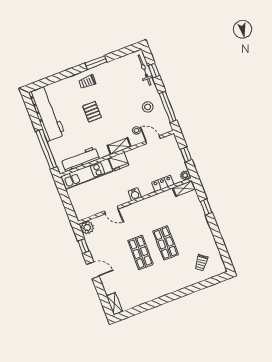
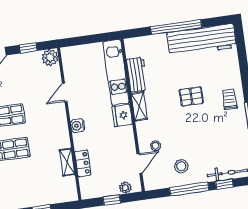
window: (168, 107) -> (189, 189), moved
shelving: (119, 146) -> (139, 106), moved
window: (46, 149) -> (176, 27), moved
workbench: (80, 159) -> (137, 75), width x0.73
plant: (185, 175) -> (125, 188), moved
shelving: (184, 188) -> (67, 162), moved

